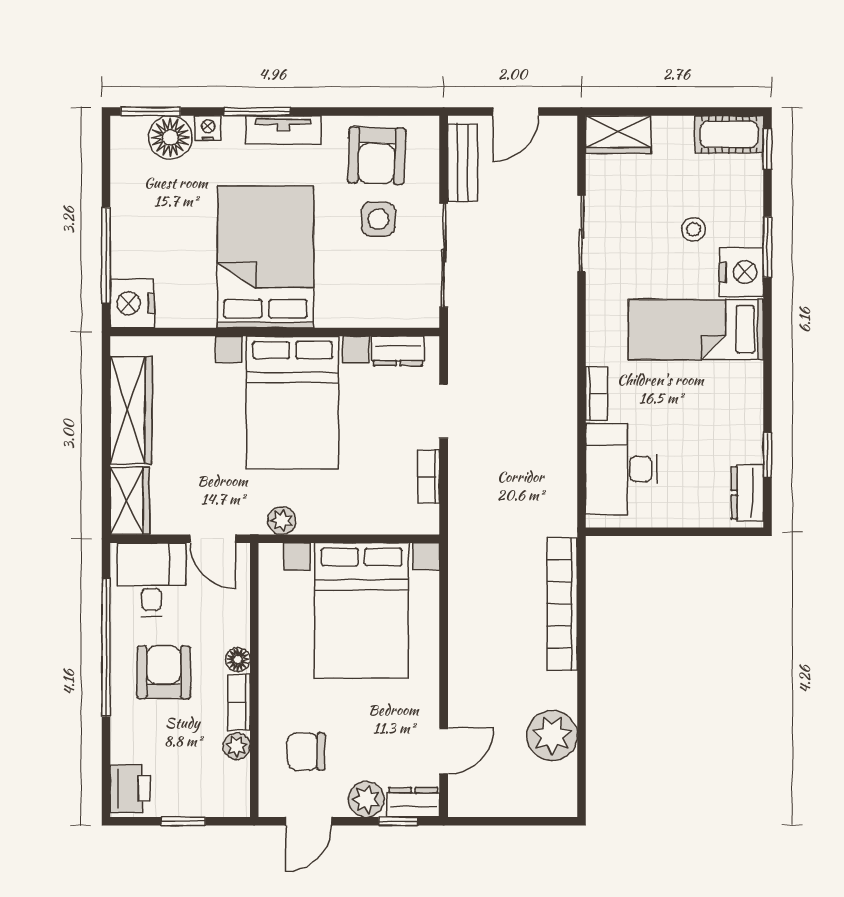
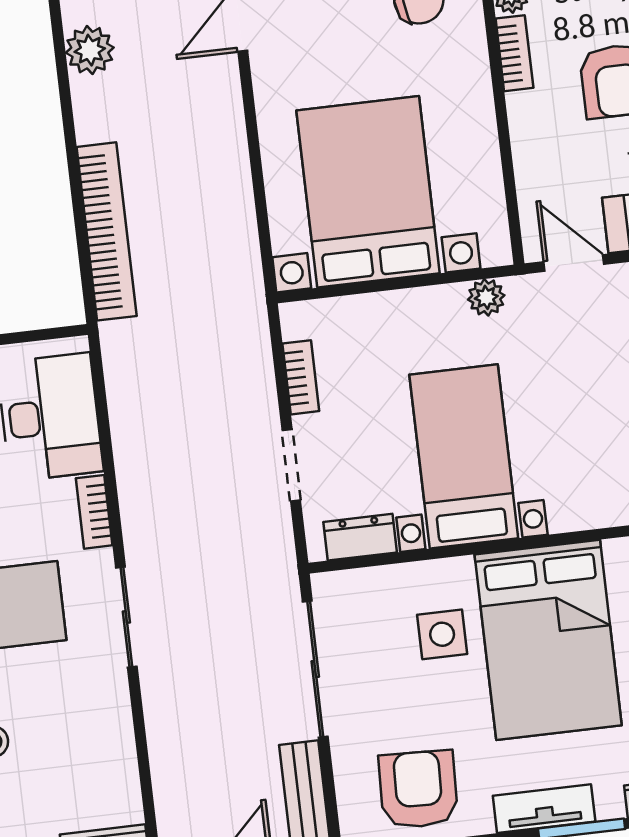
side table: (378, 219) -> (442, 634), moved
sliding door: (581, 234) -> (126, 617), moved
bed with nightstands: (293, 403) -> (464, 456), width x0.73
floor lamp: (238, 659) -> (522, 109), removed
plant: (552, 735) -> (90, 50), width x0.73, depth x0.73

